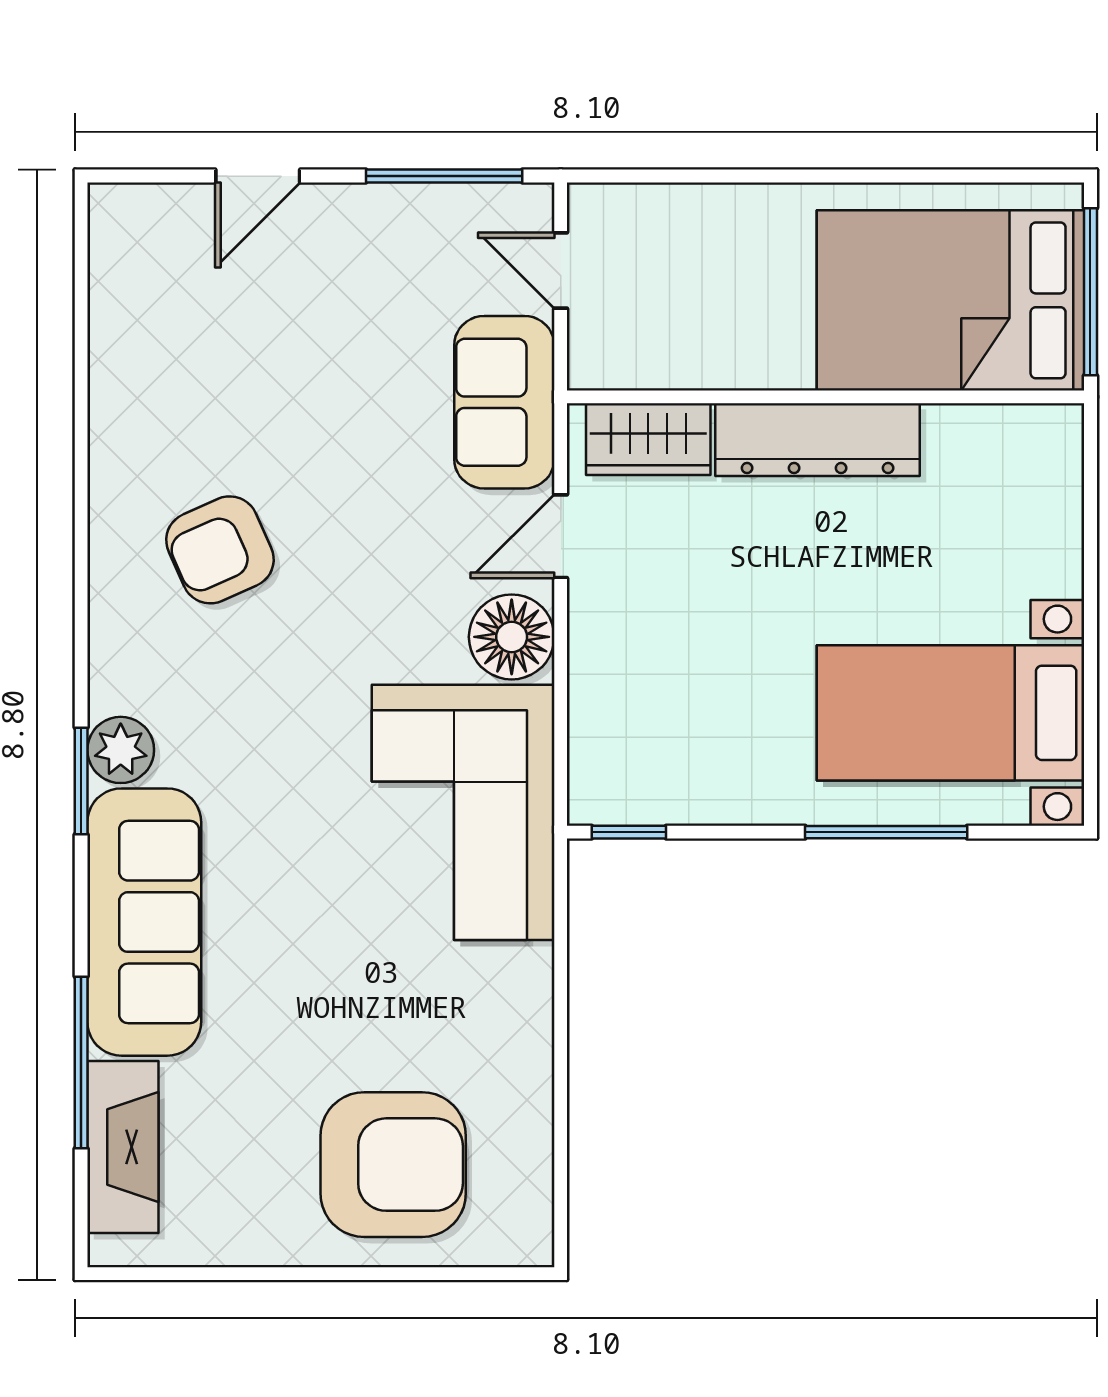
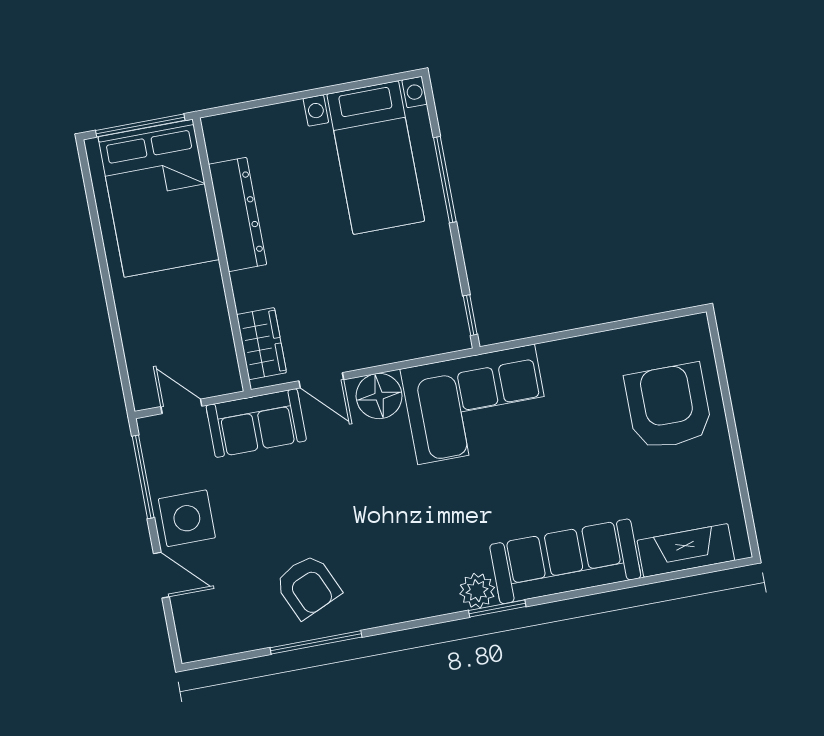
side table: (353, 242) -> (187, 518), added
door: (561, 271) -> (181, 406), swing flipped
dresser: (818, 440) -> (238, 214), moved
armchair: (220, 550) -> (308, 586), moved
window: (81, 1063) -> (316, 642), moved

